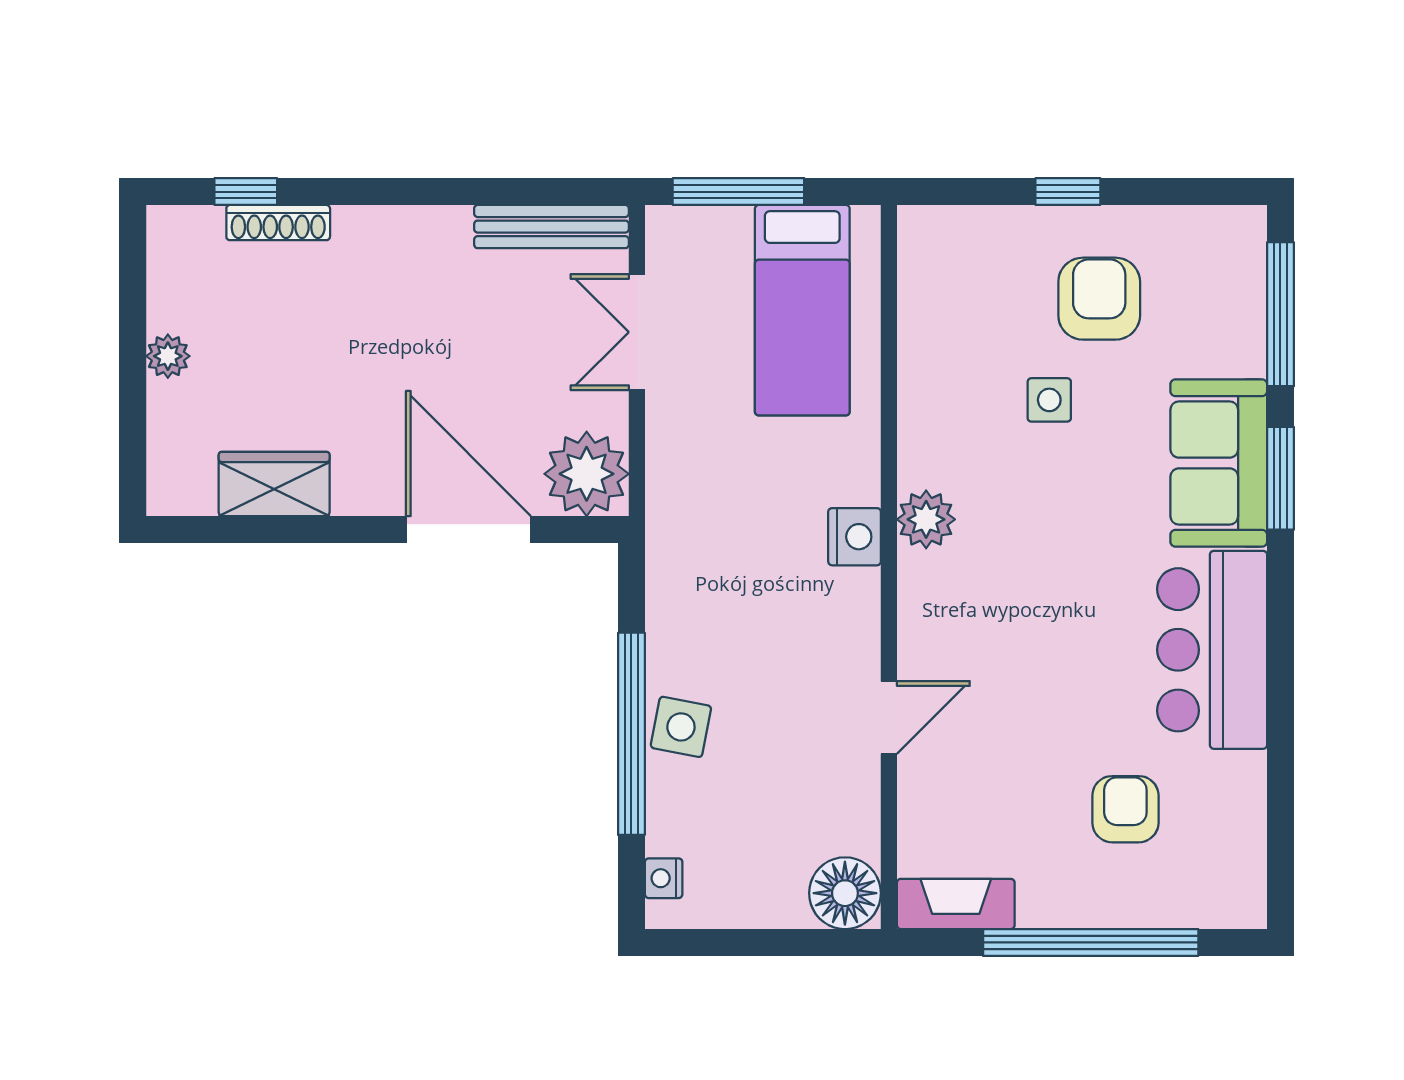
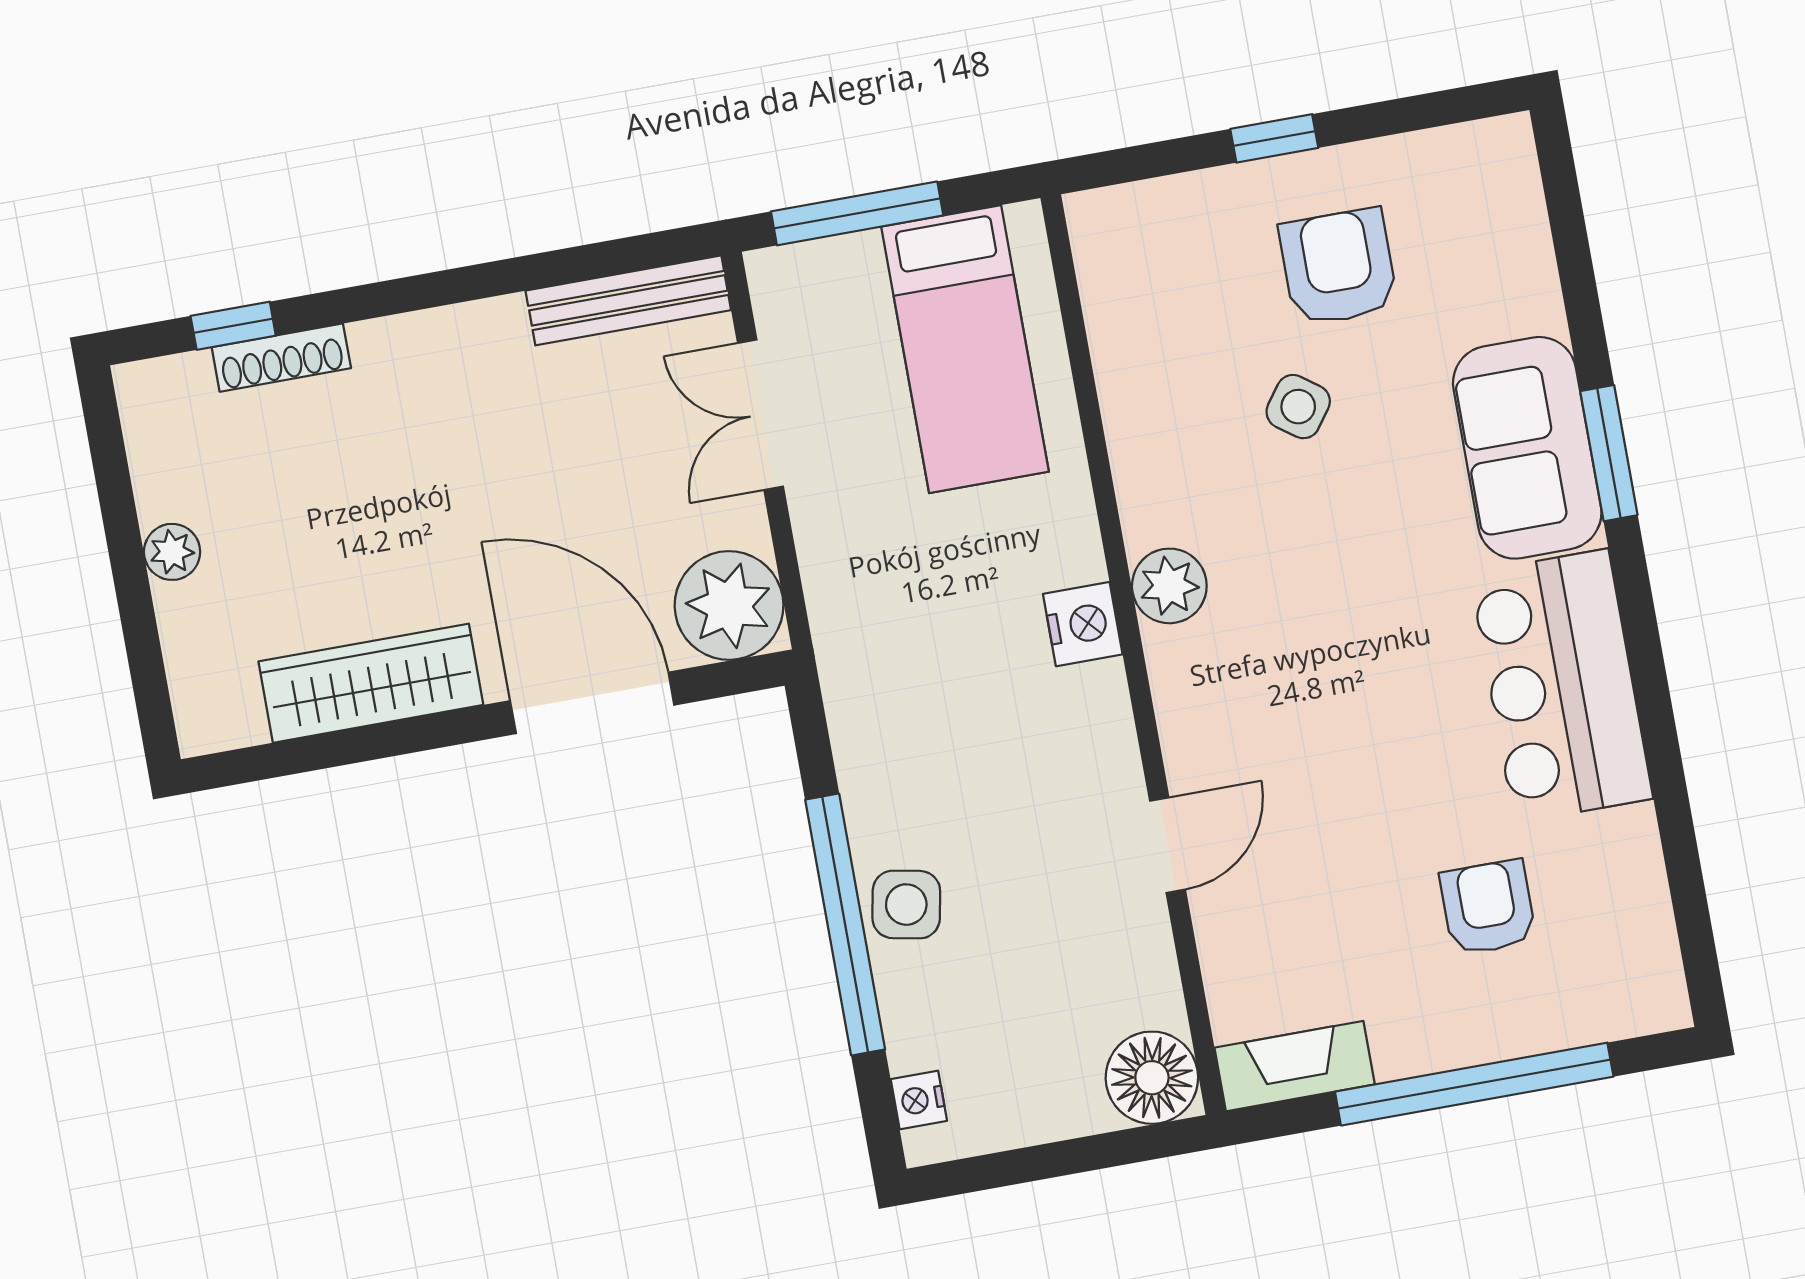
window: (1280, 314) -> (1571, 245), removed
side table: (1049, 400) -> (1298, 407), turned 36
wardrobe: (274, 484) -> (371, 683), width x1.50

